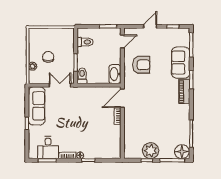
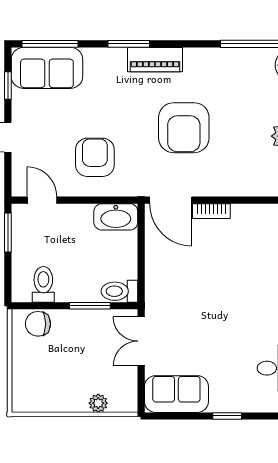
chair: (48, 57) -> (38, 324), moved
sofa: (181, 63) -> (47, 68), moved
armchair: (154, 104) -> (184, 128), added
sofa: (37, 106) -> (176, 394), width x0.73

